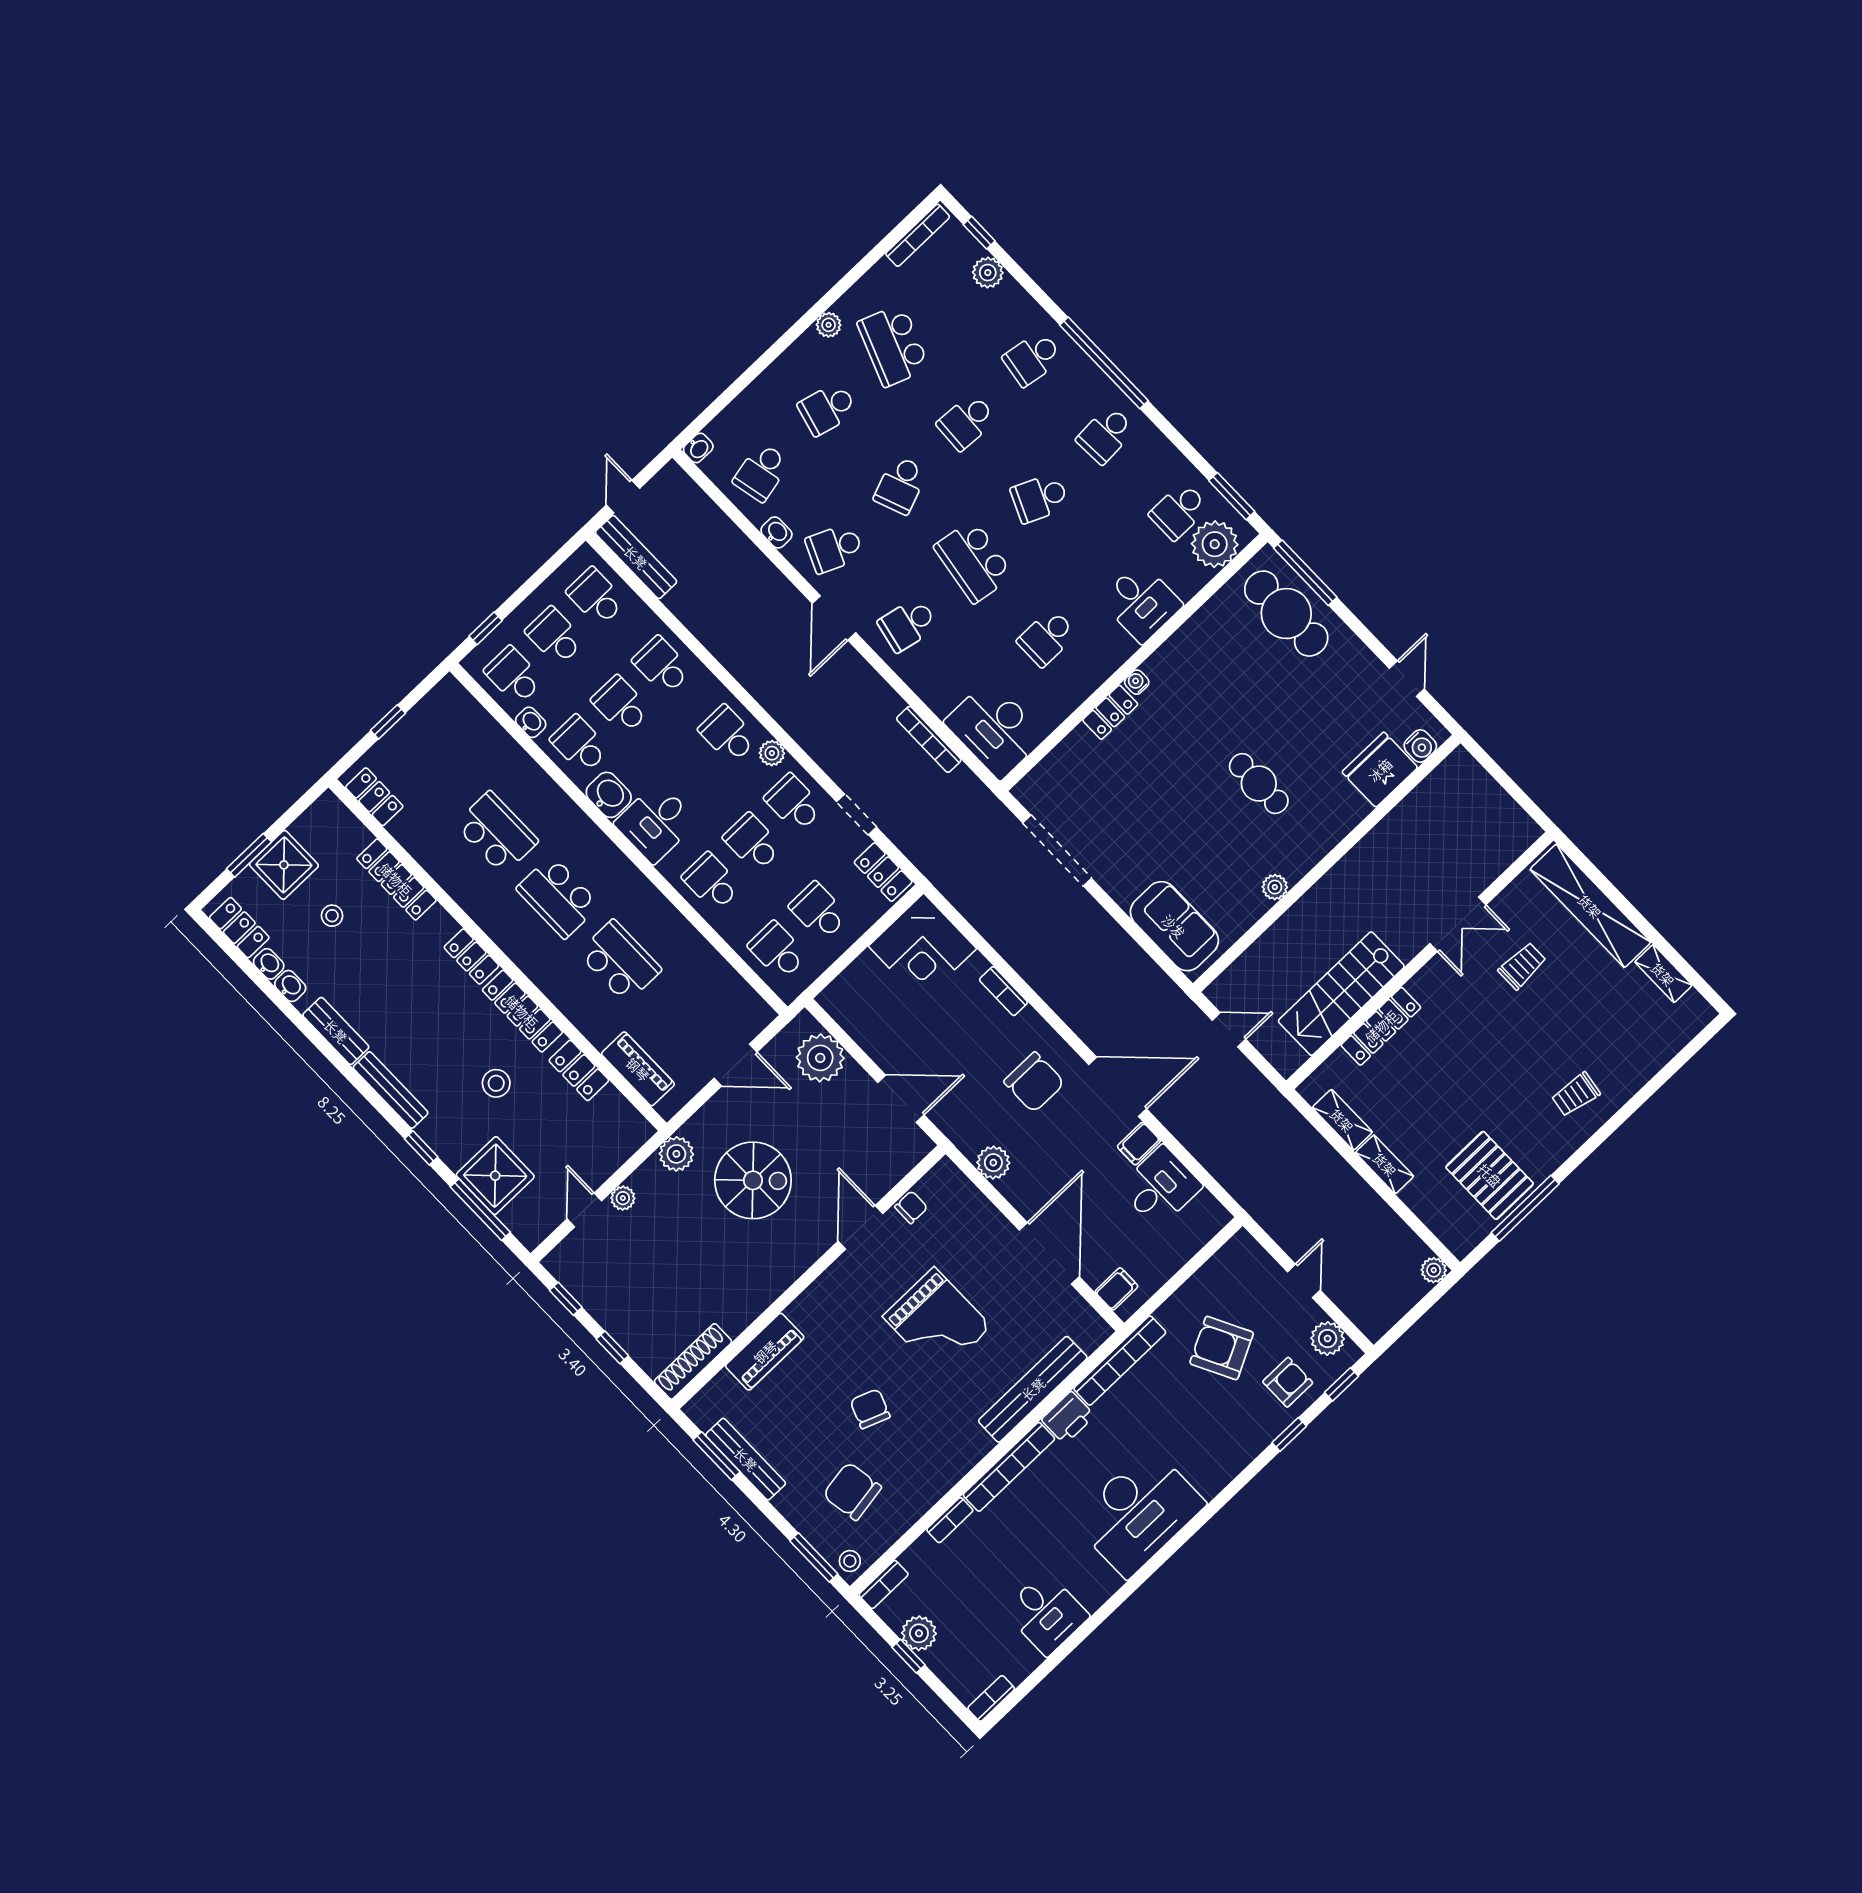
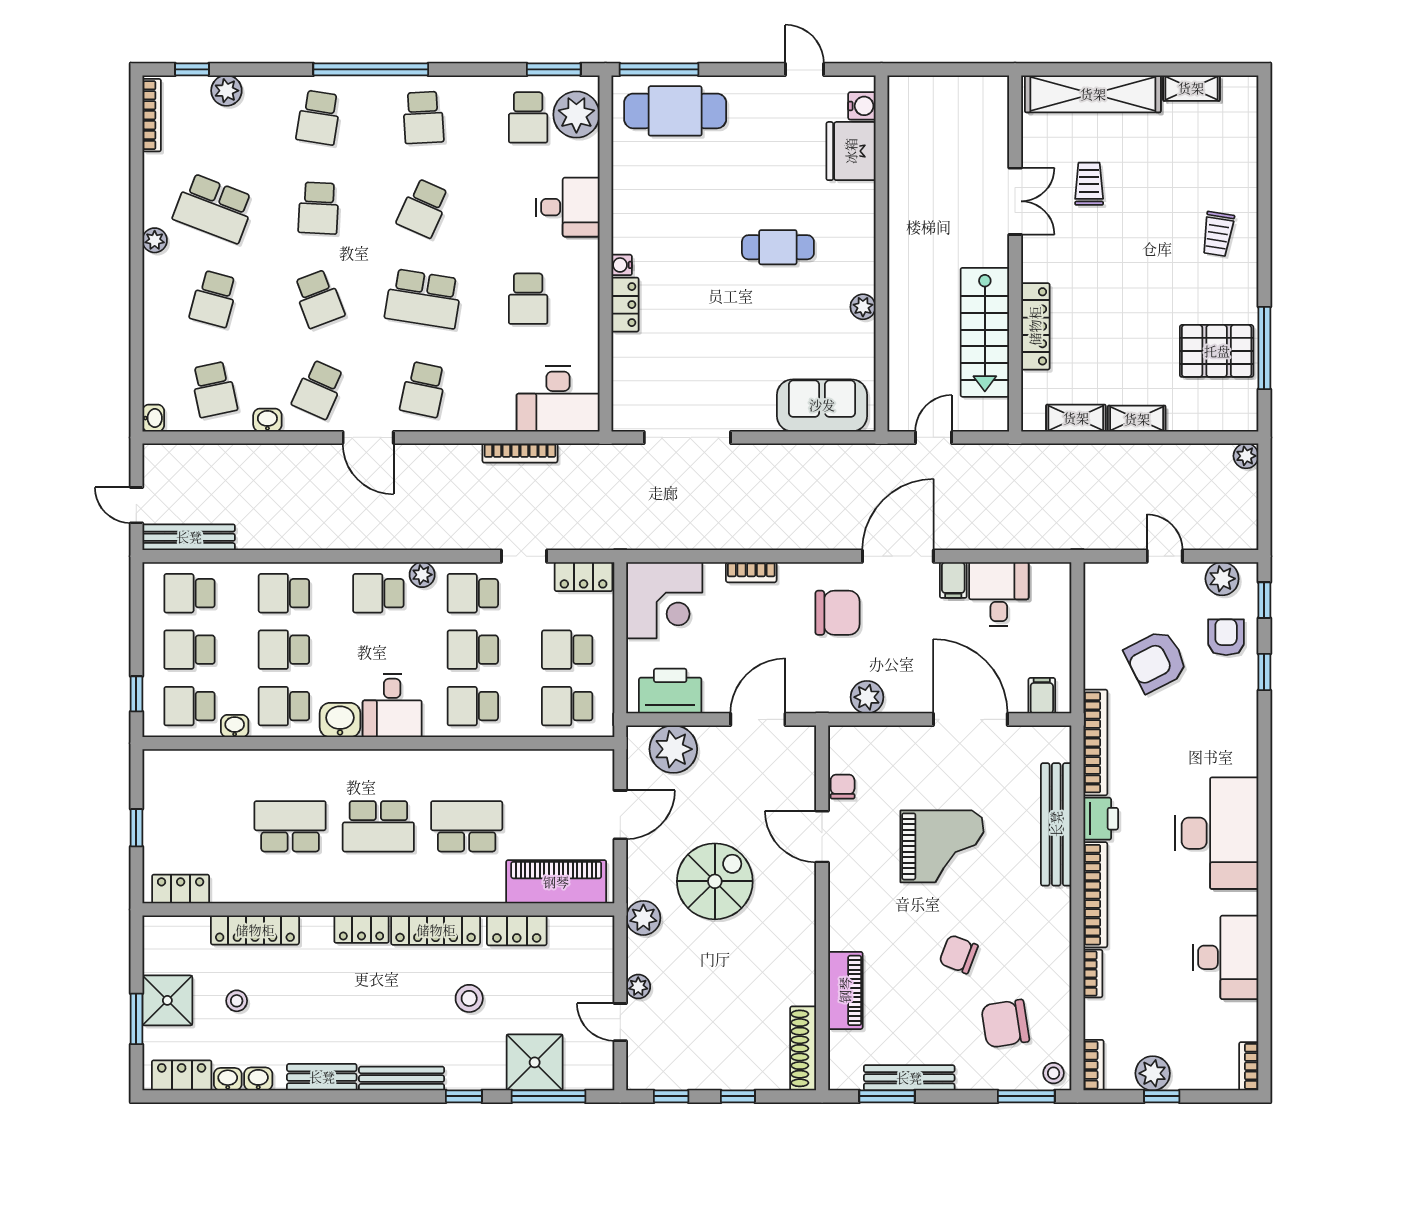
printer: (860, 1015) -> (670, 691), added
piano: (638, 1069) -> (556, 882), width x1.37, depth x1.33
desk: (1046, 1613) -> (1226, 957), width x1.37

